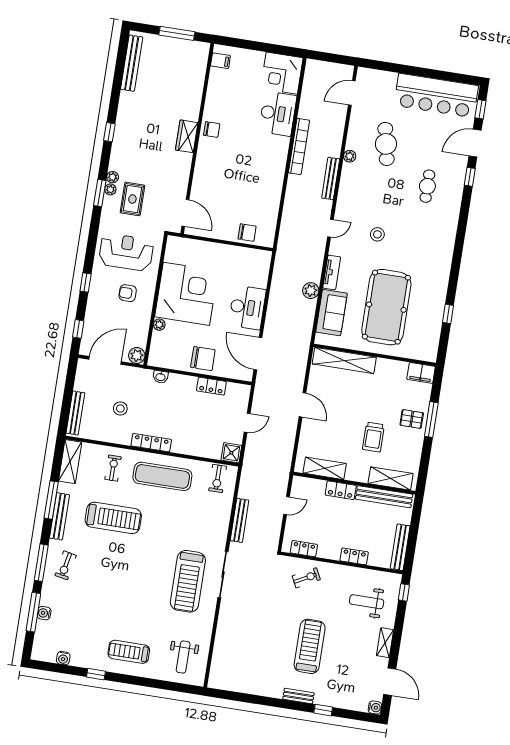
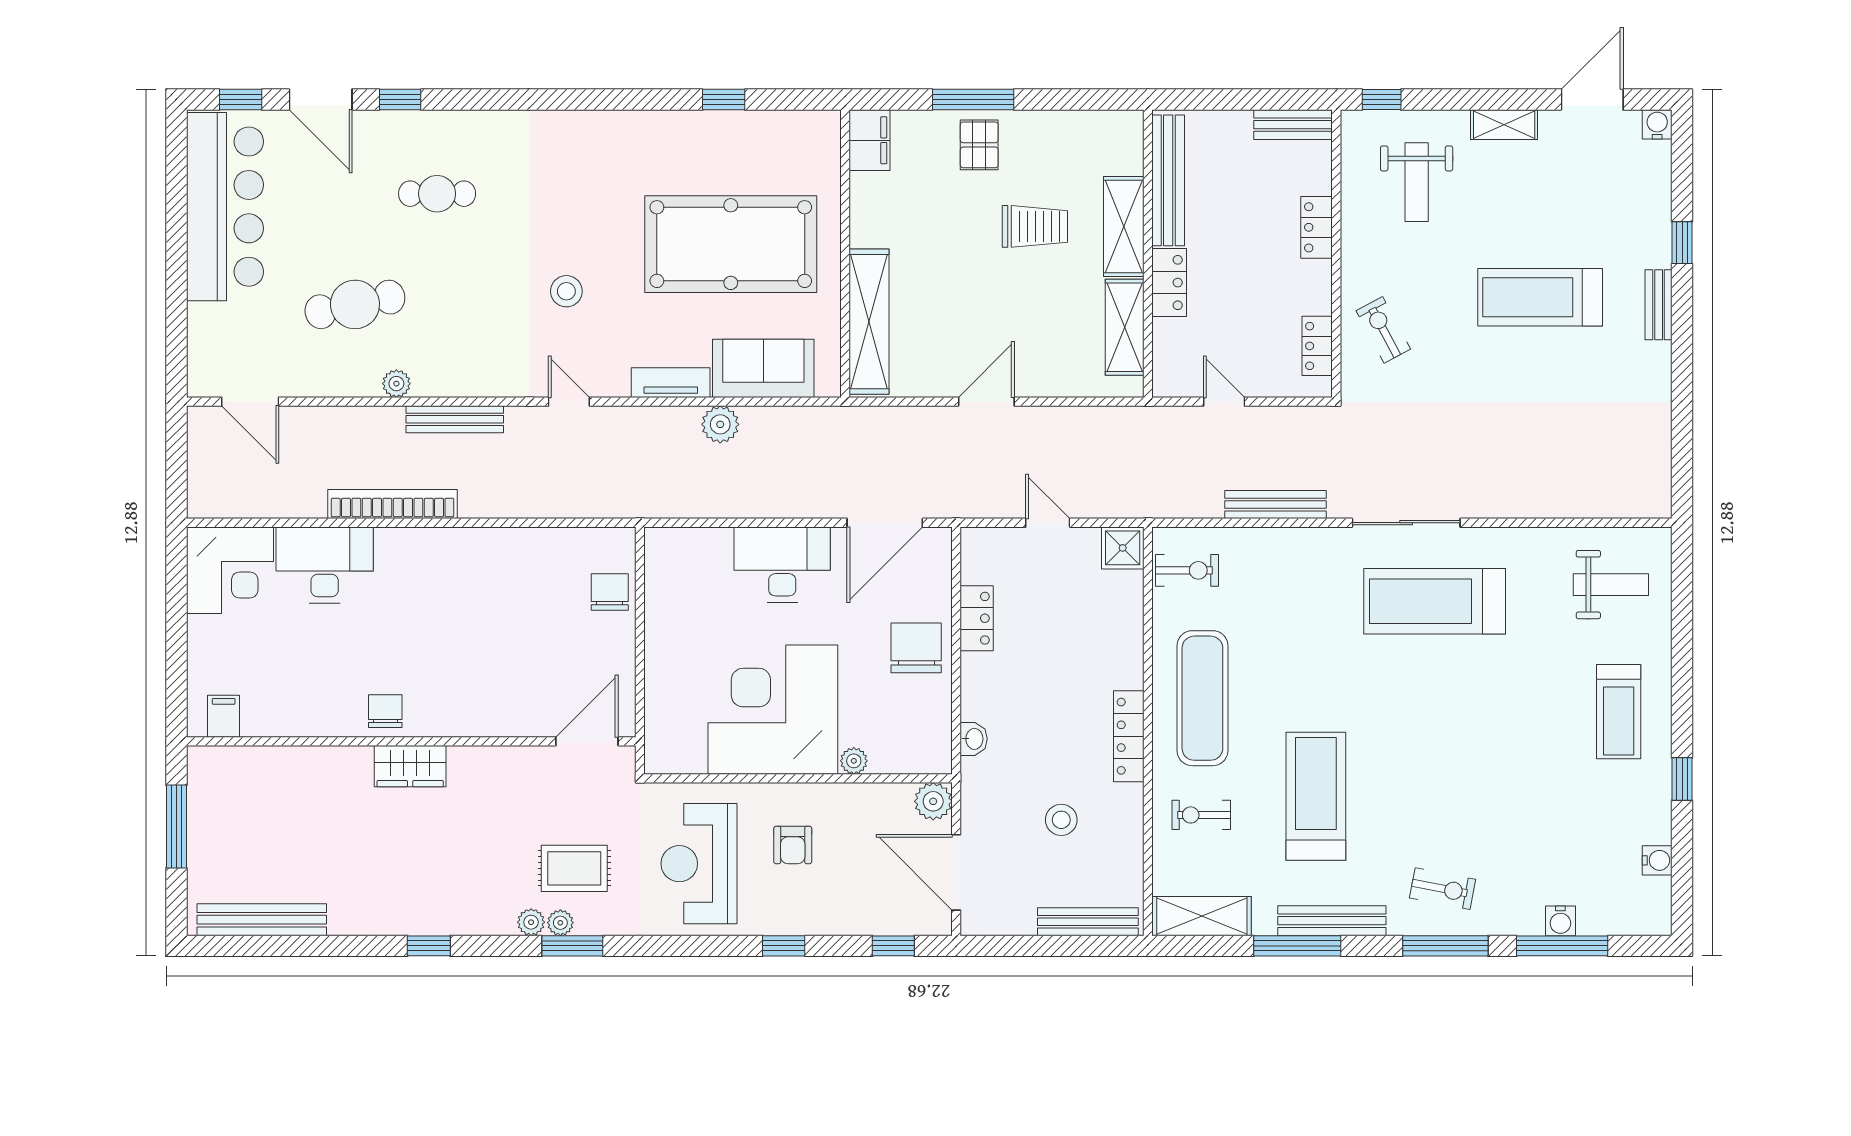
shelving: (391, 478) -> (1124, 226), moved
bench: (400, 547) -> (1293, 125), width x0.73
treadmill: (188, 581) -> (1435, 601), turned 180

